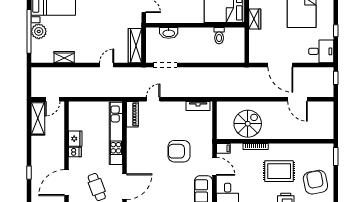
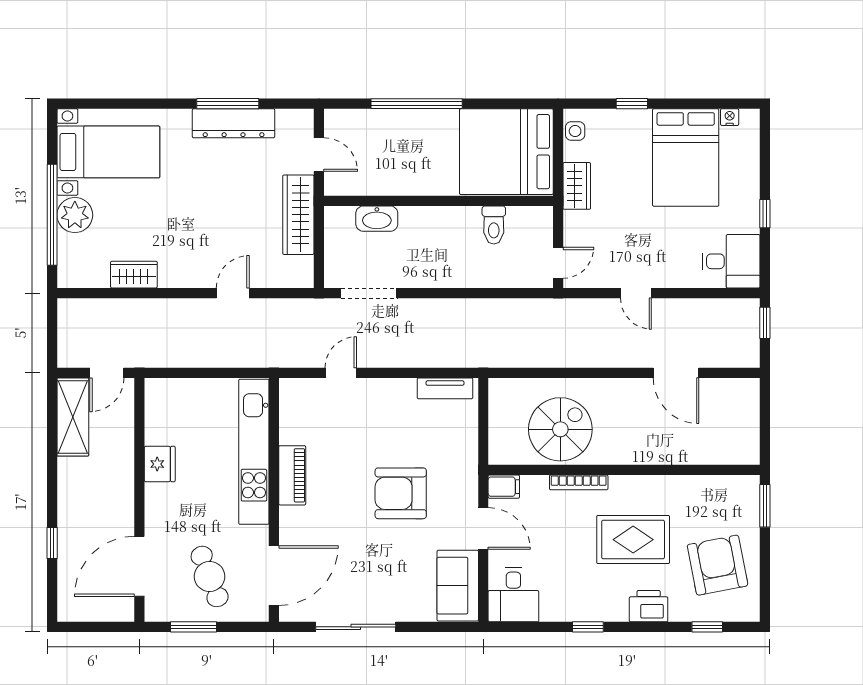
wardrobe: (135, 46) -> (298, 215), moved
door: (247, 52) -> (558, 263), added
door: (280, 65) -> (636, 293), width x0.53
piano: (132, 114) -> (292, 475), moved
dishwasher: (75, 152) -> (159, 495), removed

